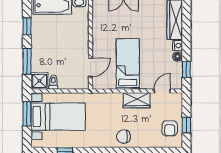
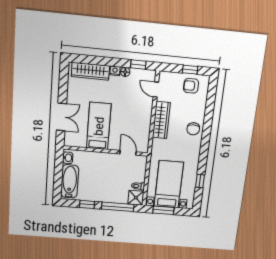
window: (27, 61) -> (118, 207), width x1.44
bed: (128, 64) -> (99, 126), moved, turned 90
wardrobe: (137, 100) -> (161, 120), width x1.50
armchair: (170, 128) -> (191, 86), turned 180

